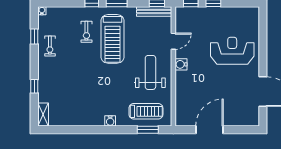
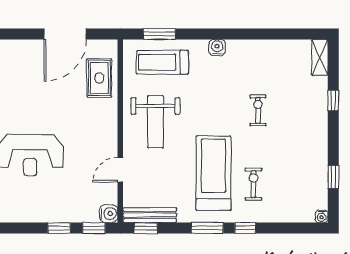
exercise bike: (50, 46) -> (258, 110), moved
water cooler: (181, 64) -> (109, 214), moved
rug: (187, 101) -> (99, 78), added

